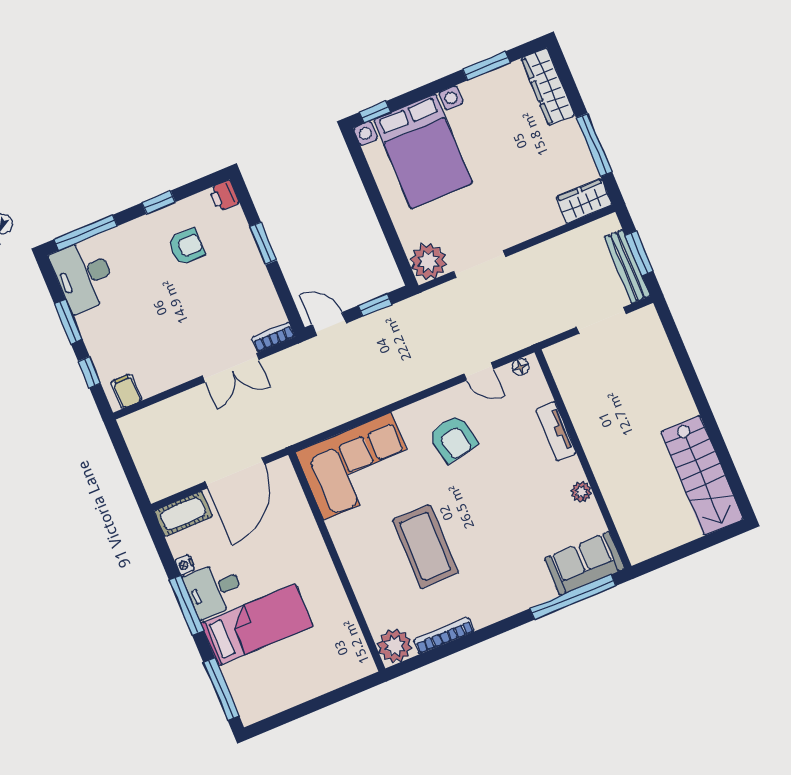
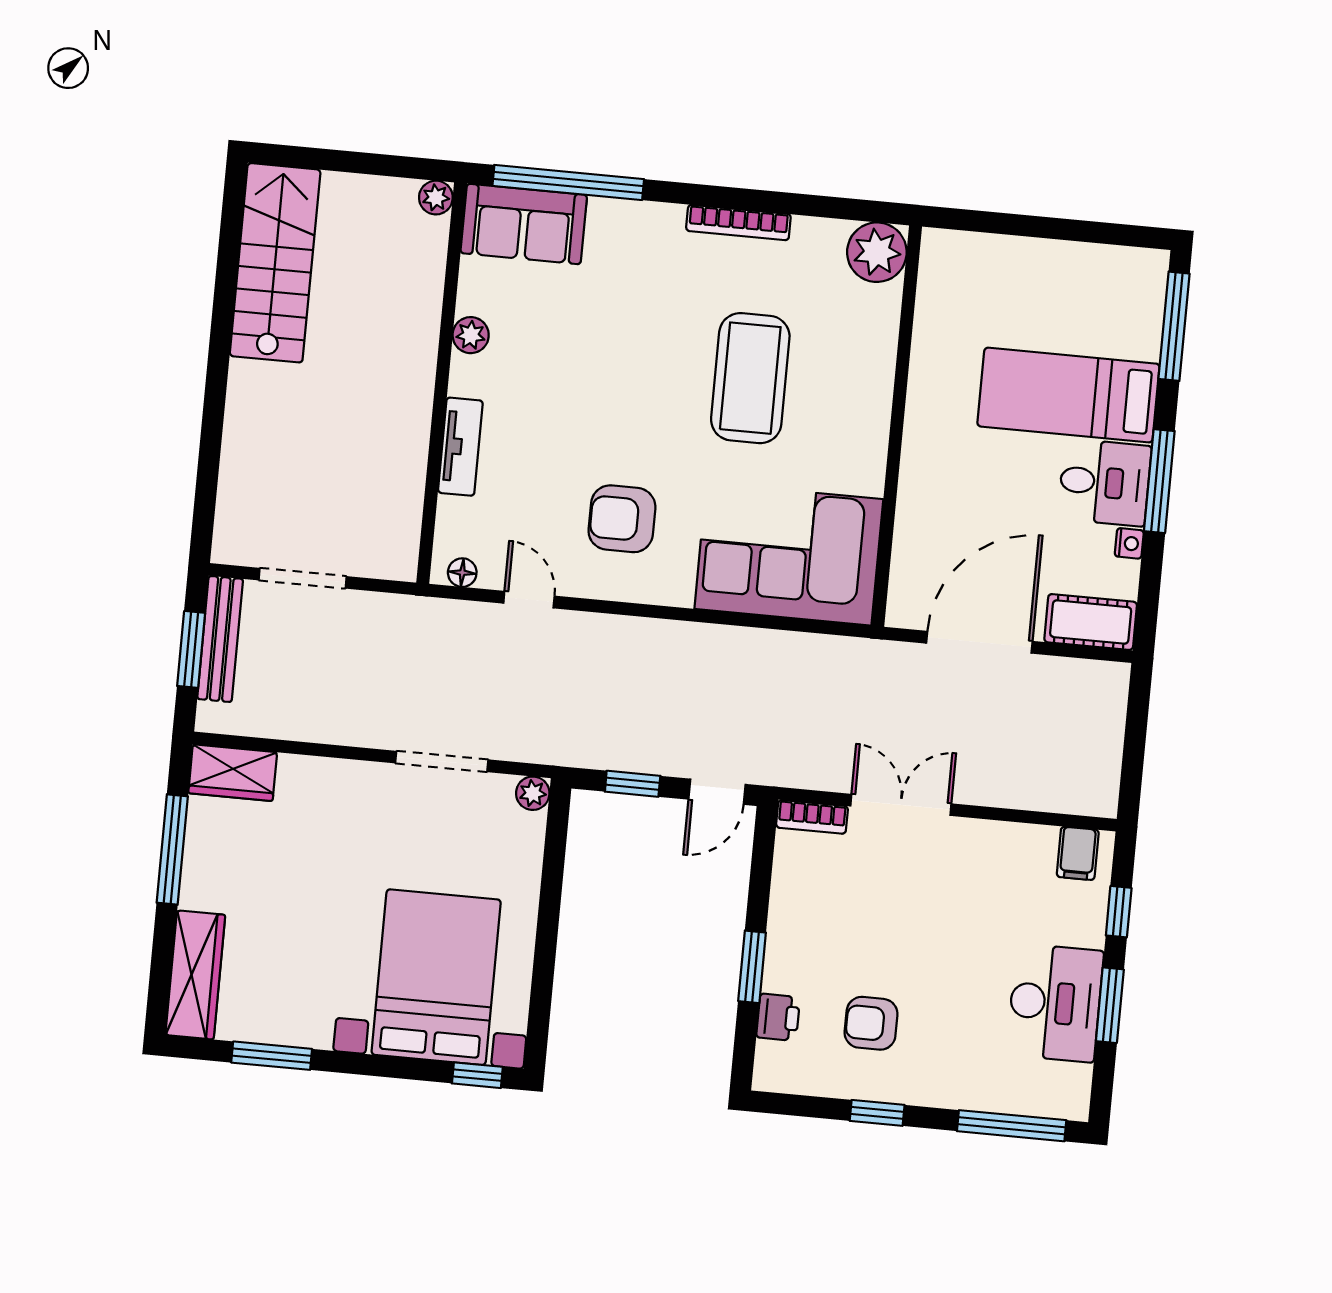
printer: (224, 196) -> (778, 1017), moved
plant: (428, 262) -> (533, 793), width x0.53, depth x0.53
desk: (84, 276) -> (1055, 1003), moved
door: (329, 324) -> (717, 792), hinge flipped
armchair: (453, 439) -> (622, 519), turned -79
plant: (637, 553) -> (436, 198), added
bookcase: (444, 636) -> (738, 222), moved

